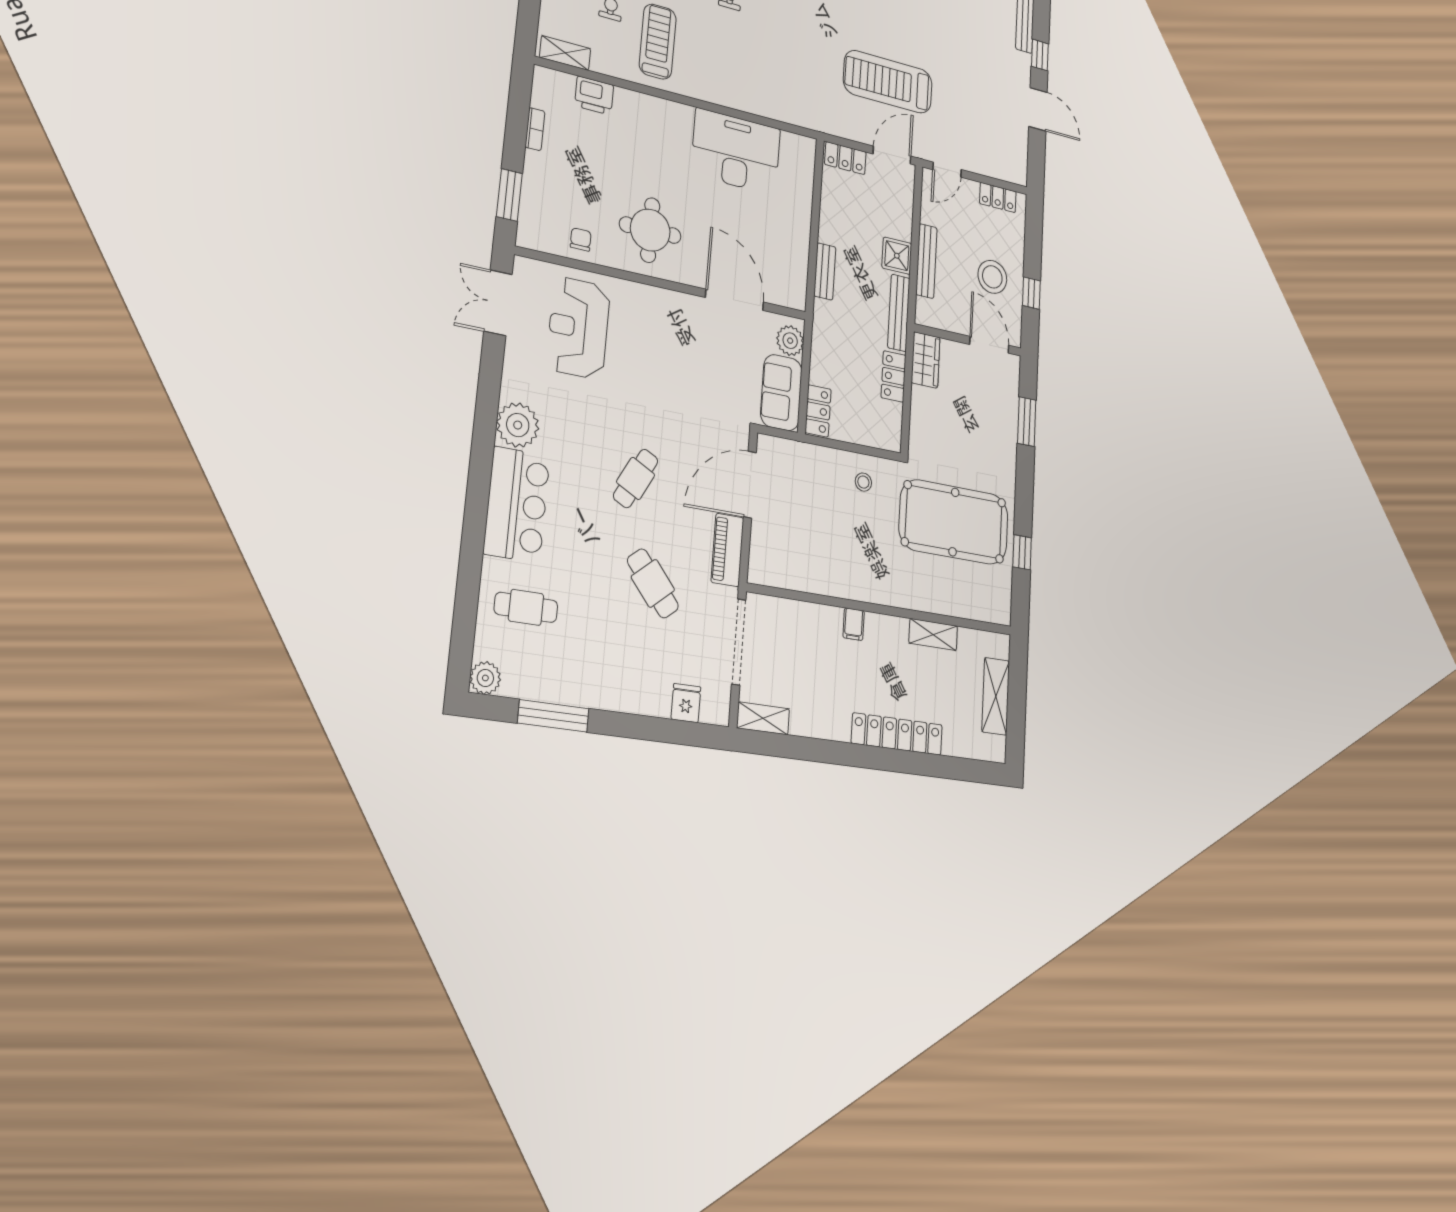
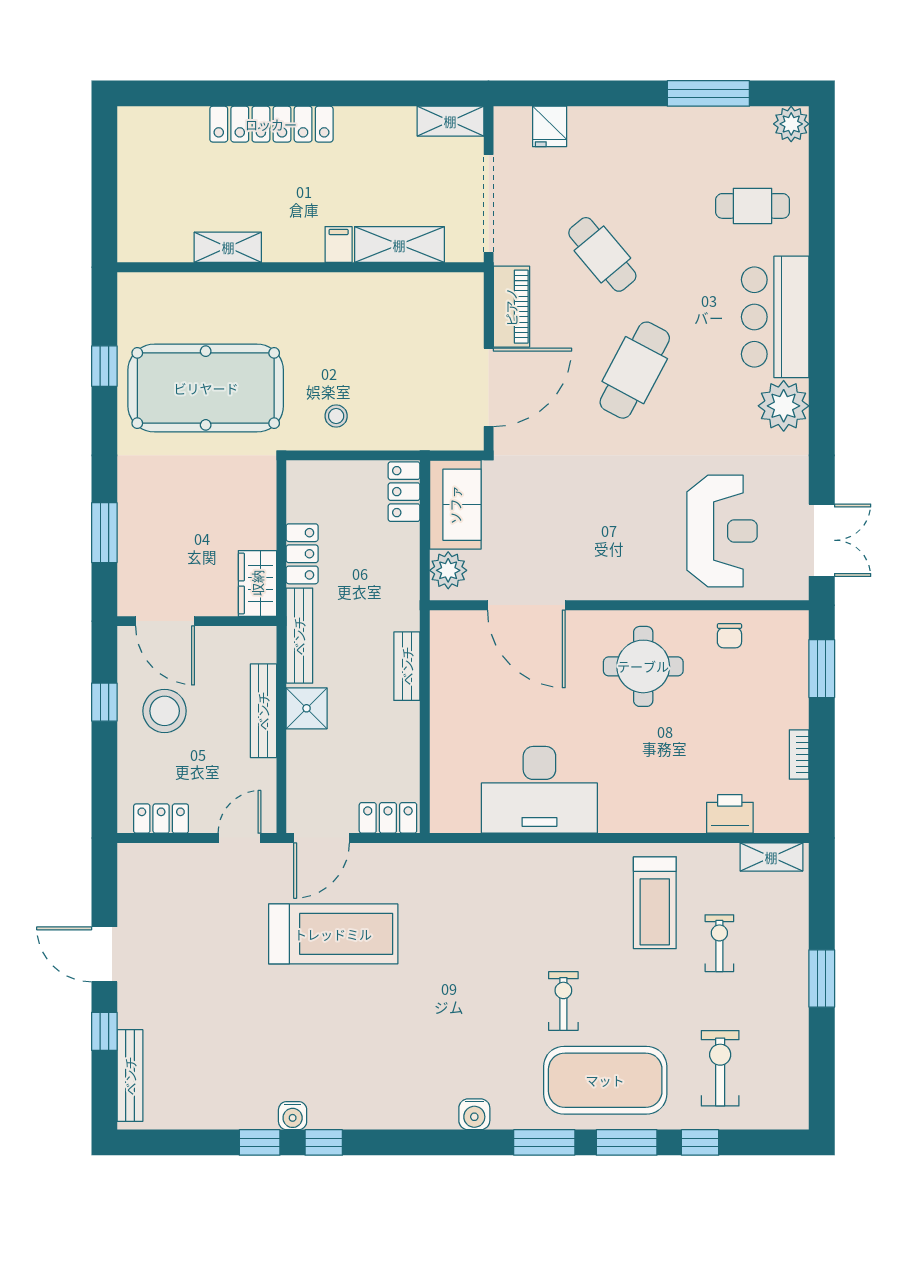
cafe table: (636, 478) -> (635, 370), width x1.37, depth x1.35
shelving: (996, 696) -> (399, 245), moved, turned 90

